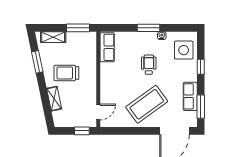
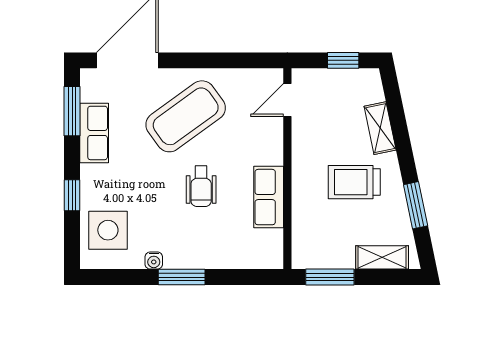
row of seats: (107, 47) -> (269, 197), moved
wheelchair: (149, 65) -> (201, 186), moved
trolley: (66, 73) -> (354, 182), turned 180
window: (82, 131) -> (343, 60), moved

